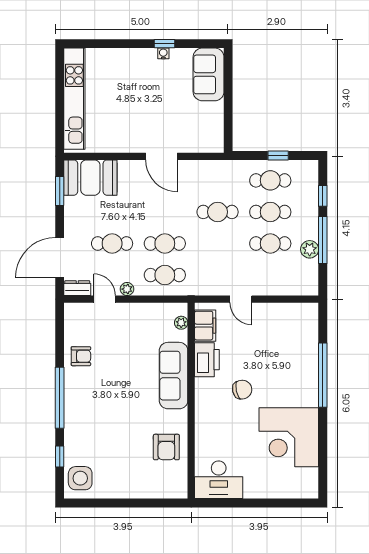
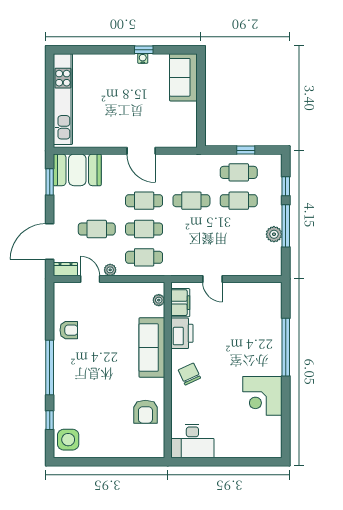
cafe table: (270, 244) -> (144, 201), moved
chair: (242, 390) -> (189, 374), moved, turned -103
corner desk: (289, 437) -> (262, 396), width x0.74, depth x0.74

